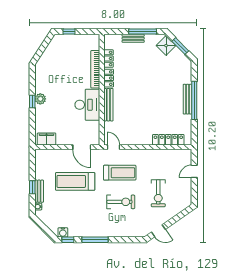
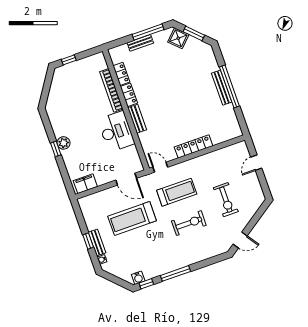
bench: (108, 105) -> (137, 119), width x0.73
locker: (168, 140) -> (194, 146), moved

